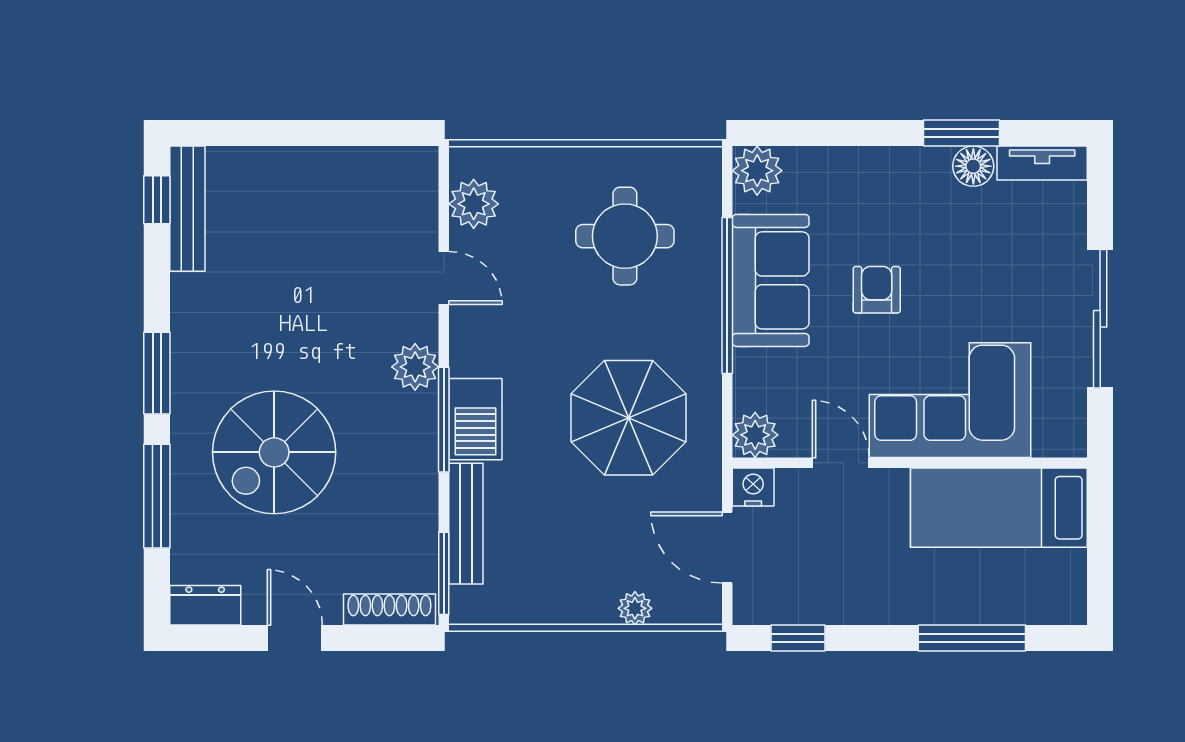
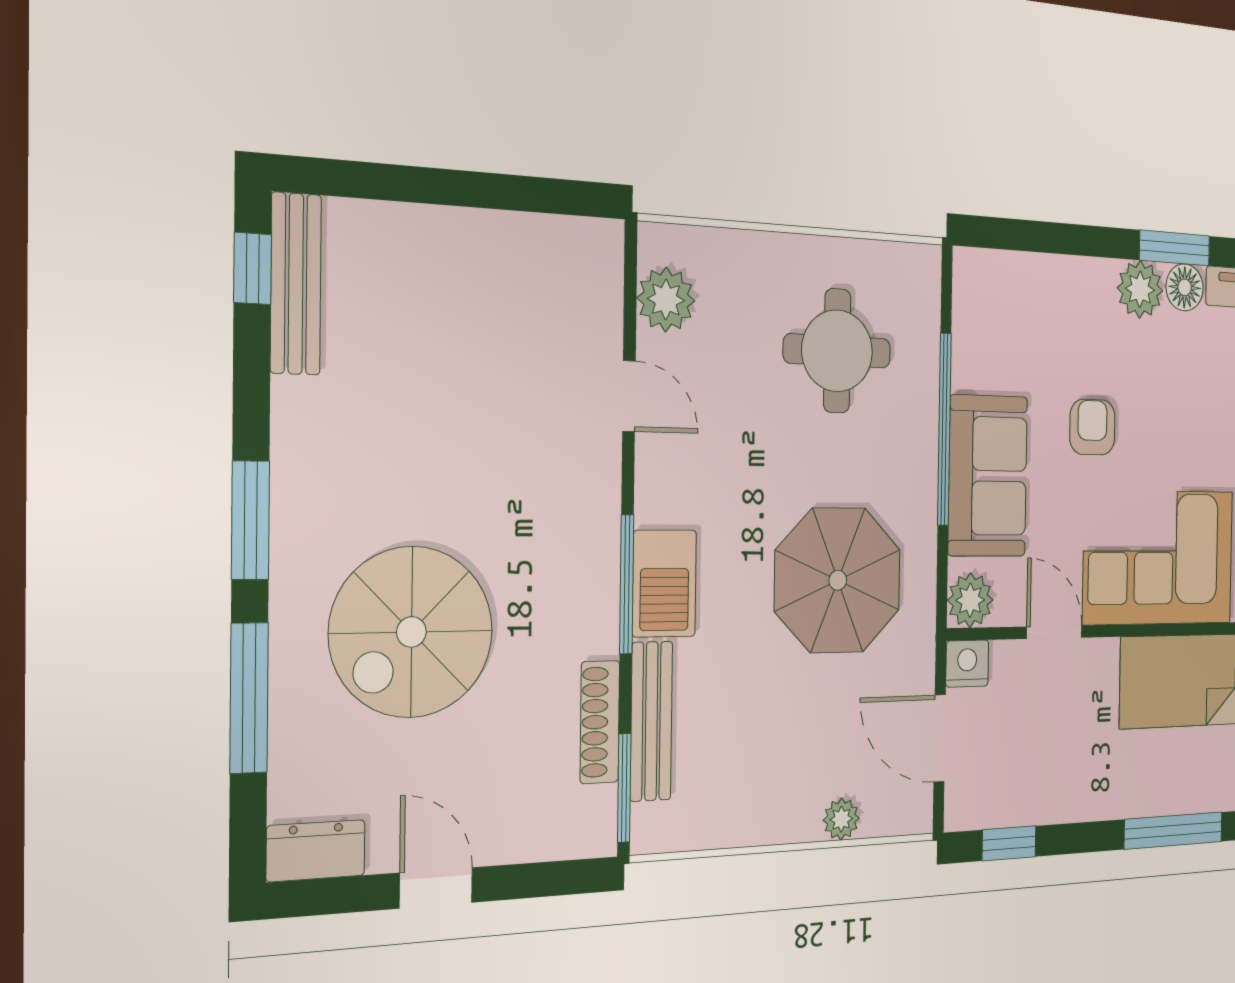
plant: (757, 171) -> (1140, 289), moved
sofa: (771, 280) -> (988, 476), moved
plant: (415, 367) -> (593, 514), removed
shoe rack: (389, 610) -> (600, 722), moved, turned -90

